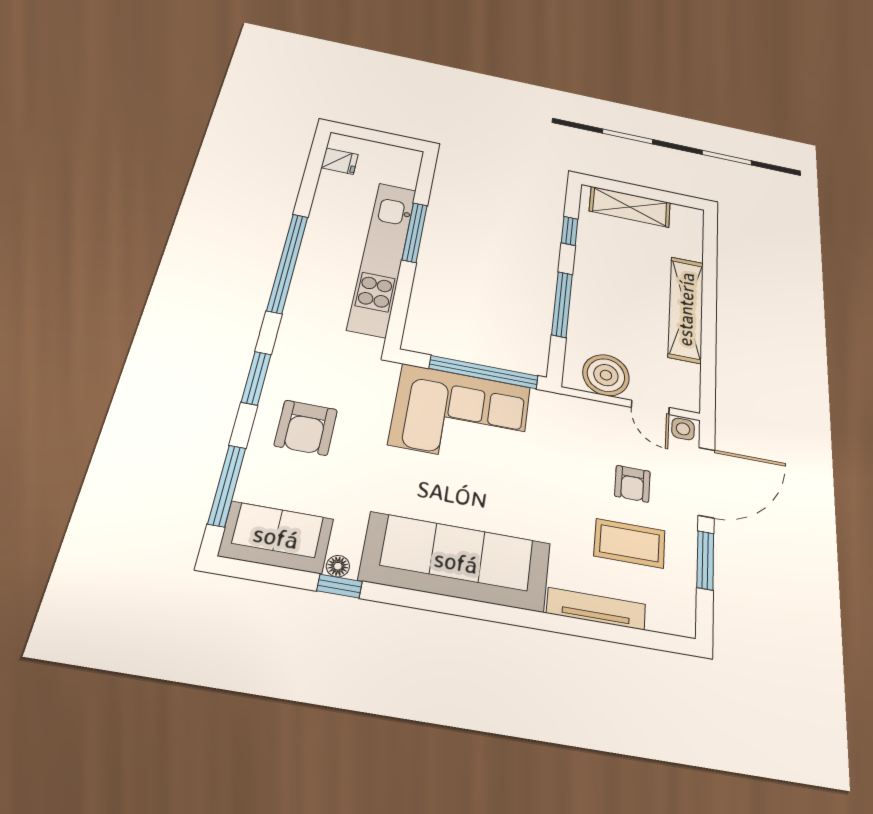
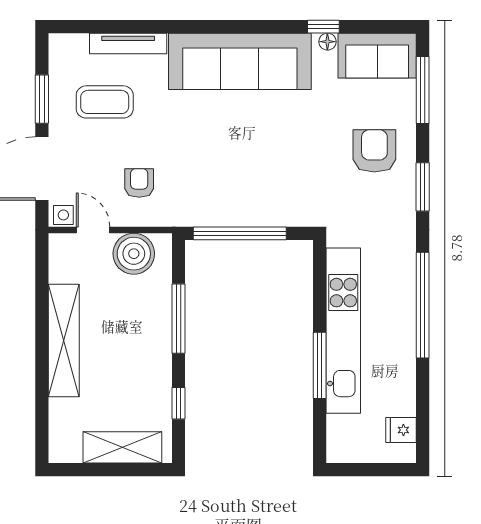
corner sofa: (460, 416) -> (254, 188), removed
armchair: (632, 484) -> (139, 183), moved

